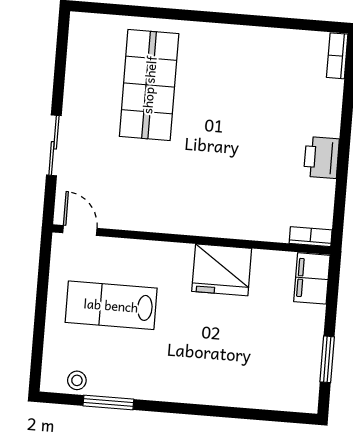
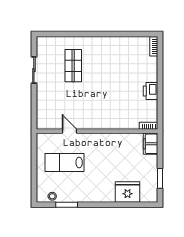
shop shelf: (149, 85) -> (73, 66), width x0.70, depth x0.74
sliding door: (54, 145) -> (34, 70), moved
door: (80, 231) -> (69, 131), moved
fridge: (222, 270) -> (128, 192), moved, turned 180

